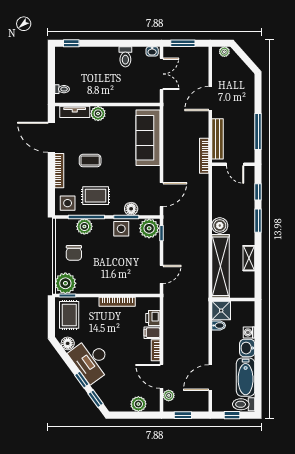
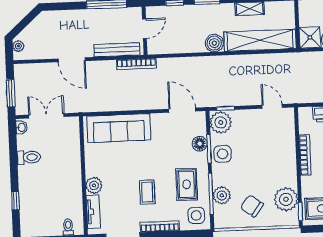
window: (71, 43) -> (15, 201), moved
chair: (74, 253) -> (252, 206), turned -144
plant: (65, 283) -> (286, 199), moved

